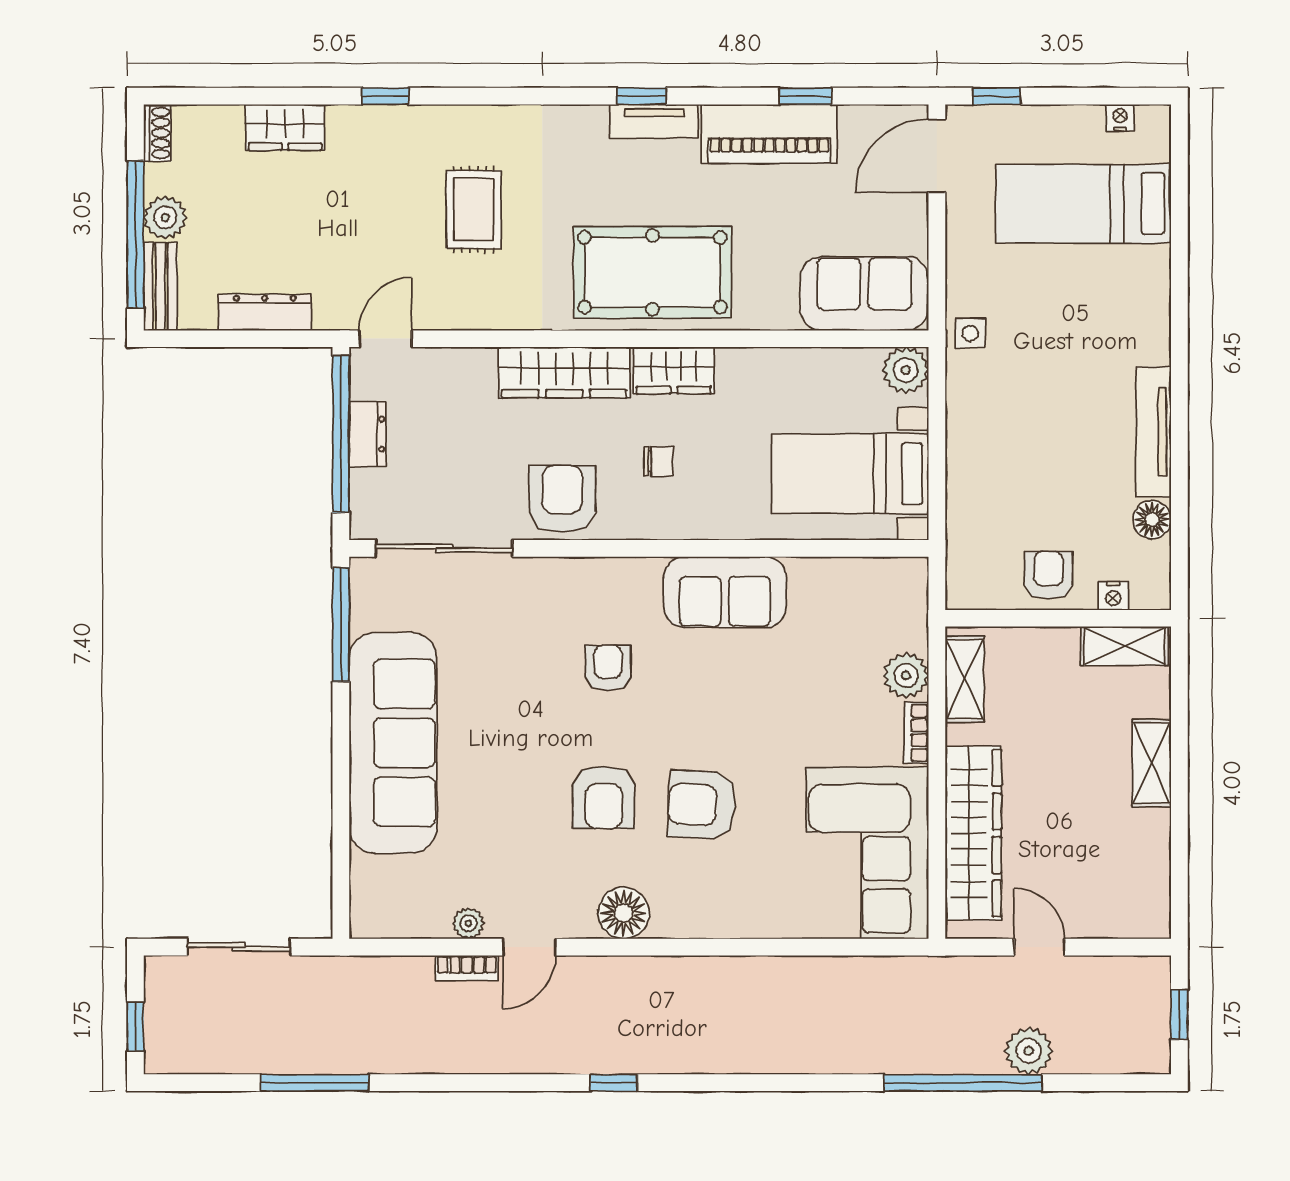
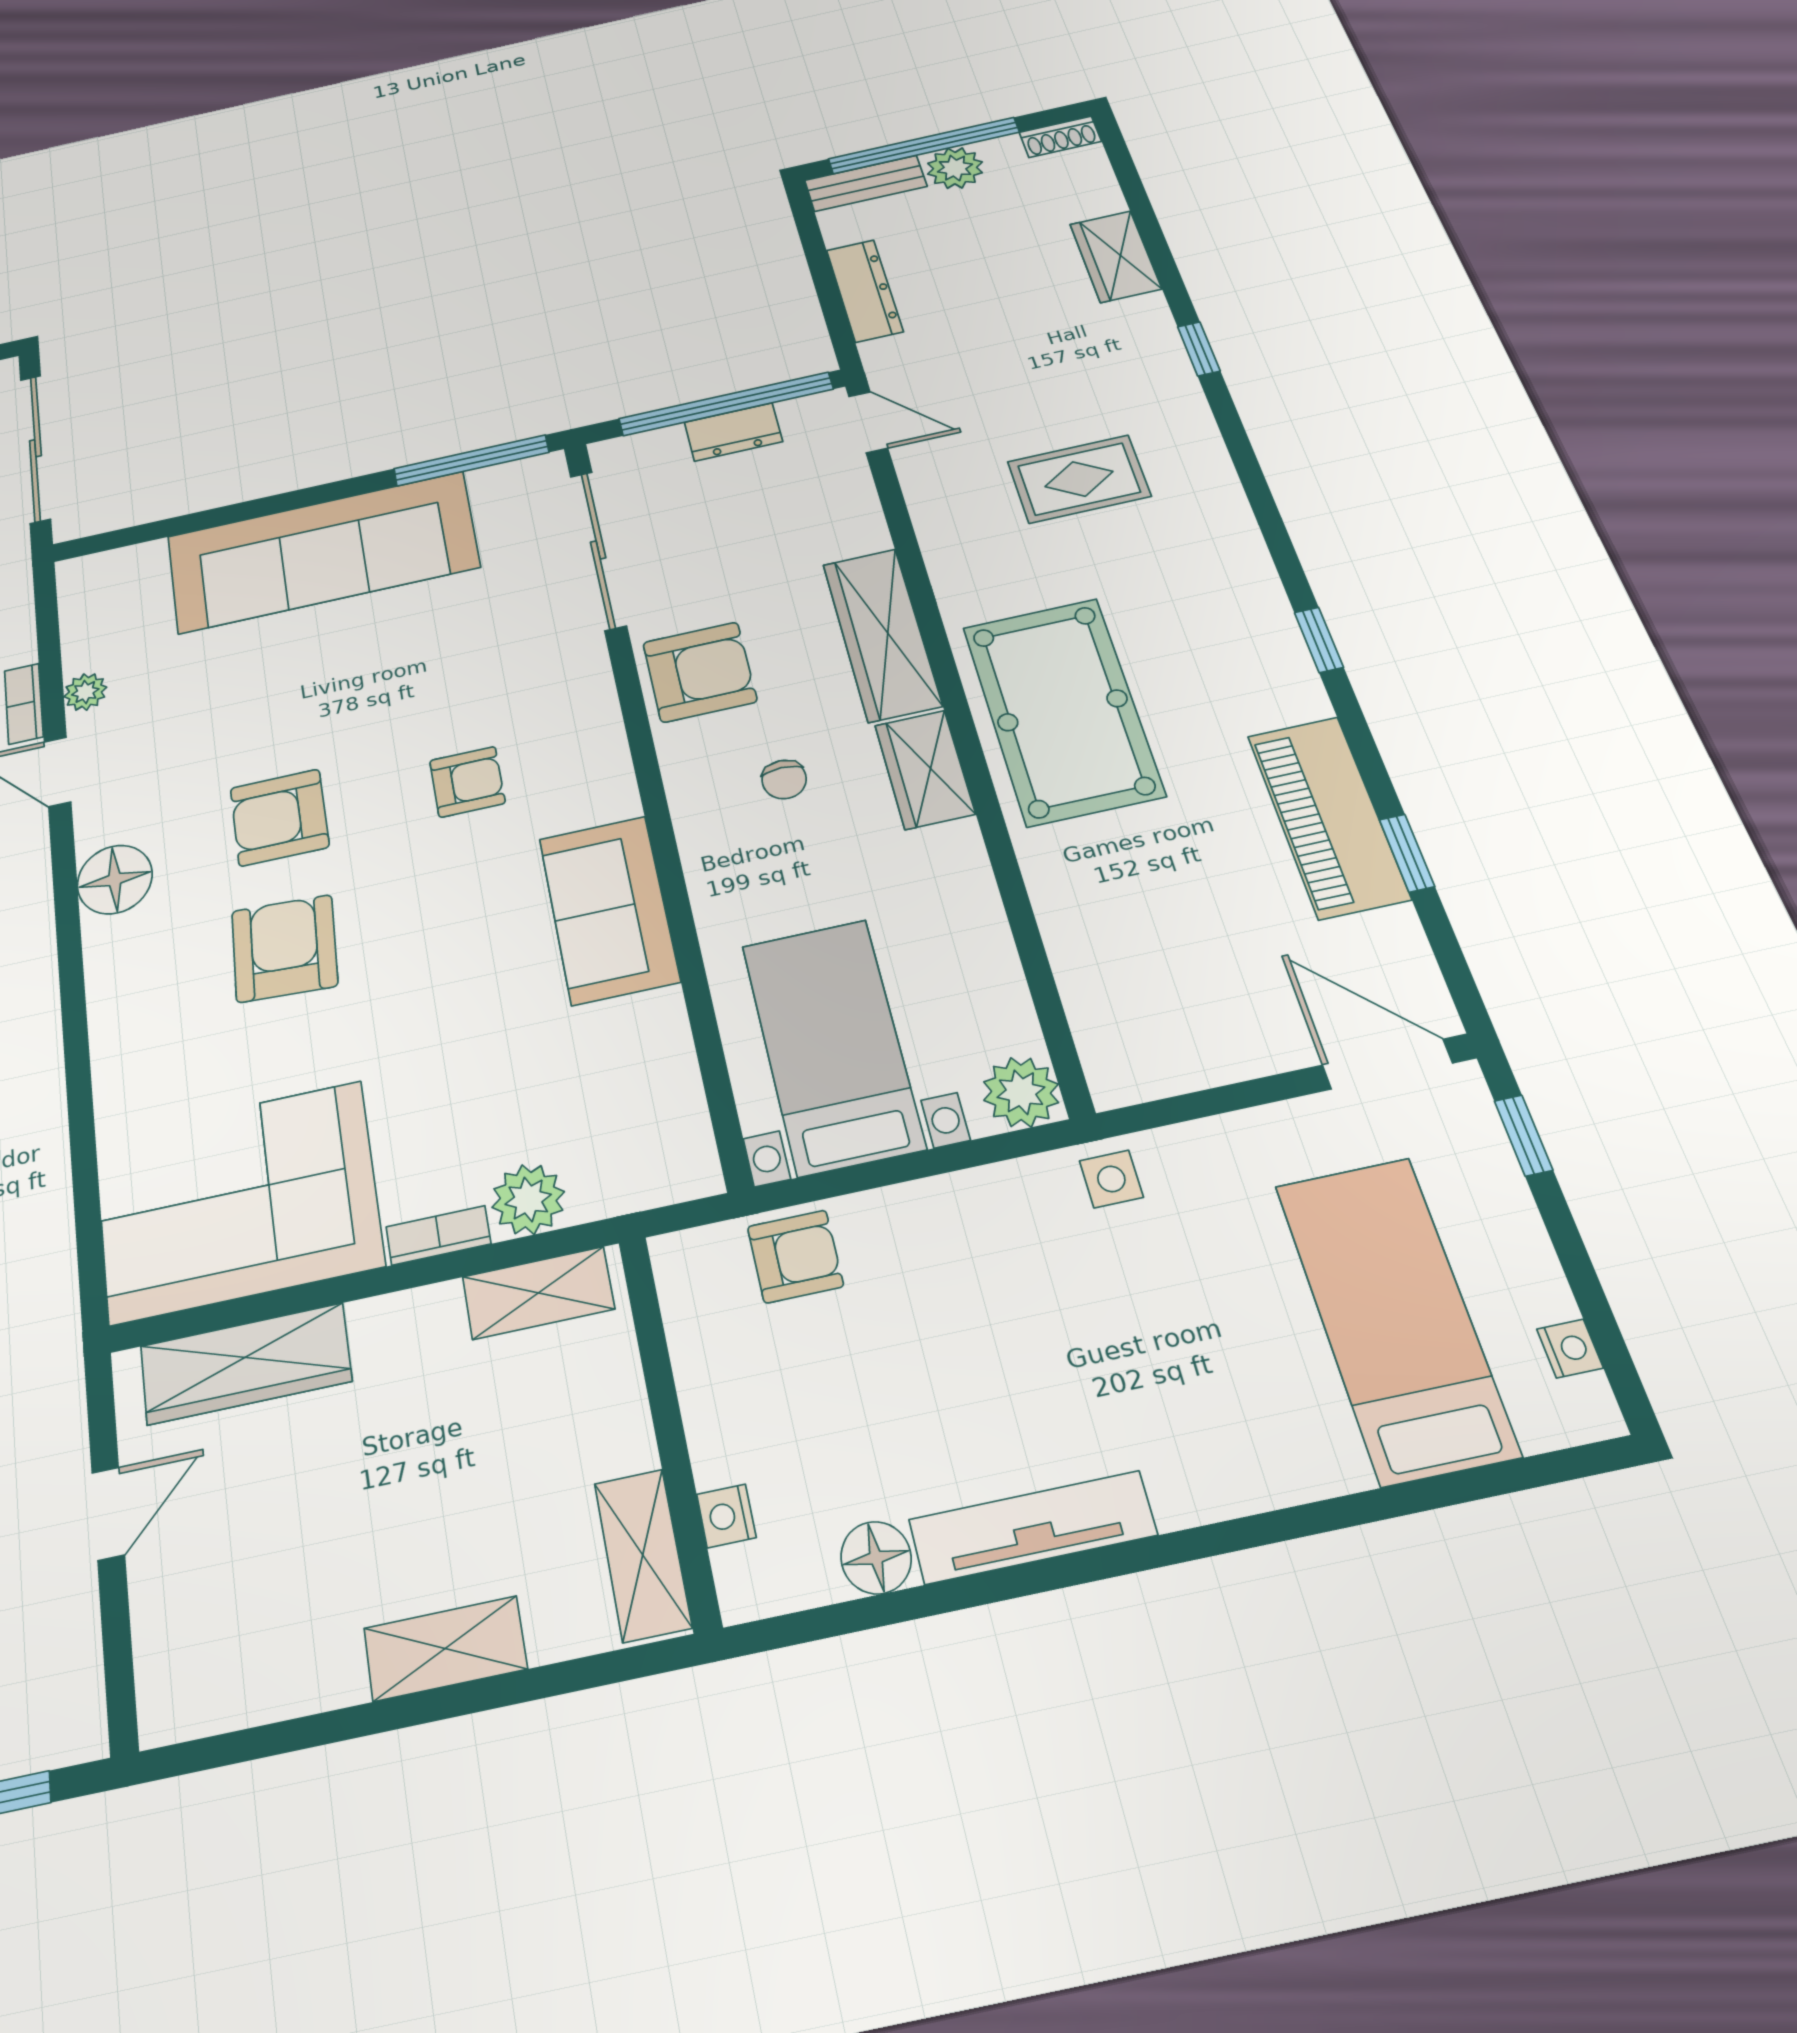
tv unit: (654, 121) -> (1288, 663), removed
sofa: (864, 293) -> (1125, 1004), removed
armchair: (1049, 575) -> (795, 1256), moved
wardrobe: (973, 833) -> (246, 1364), width x0.71, depth x0.85
sliding door: (239, 947) -> (35, 448), width x1.37

